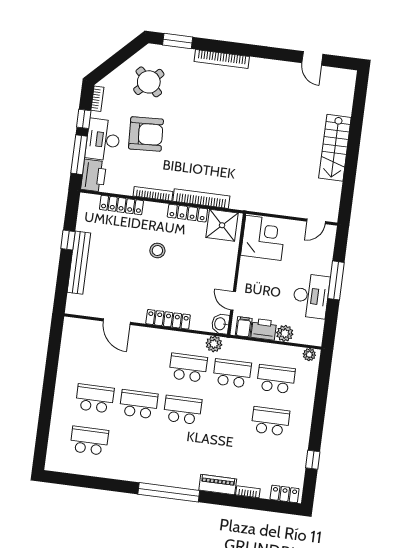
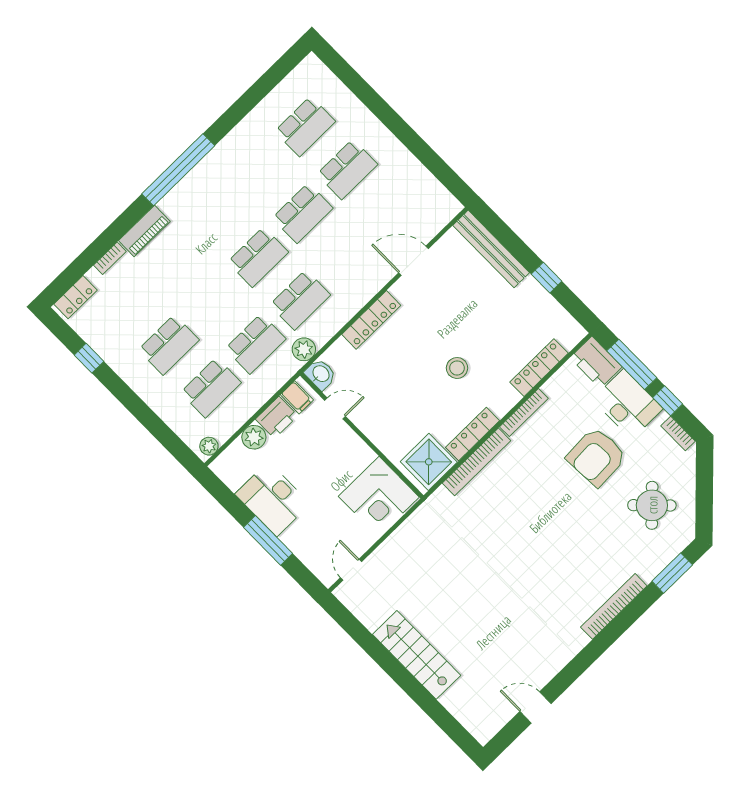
bench: (79, 263) -> (491, 249), moved

